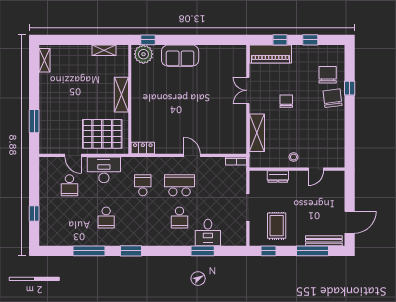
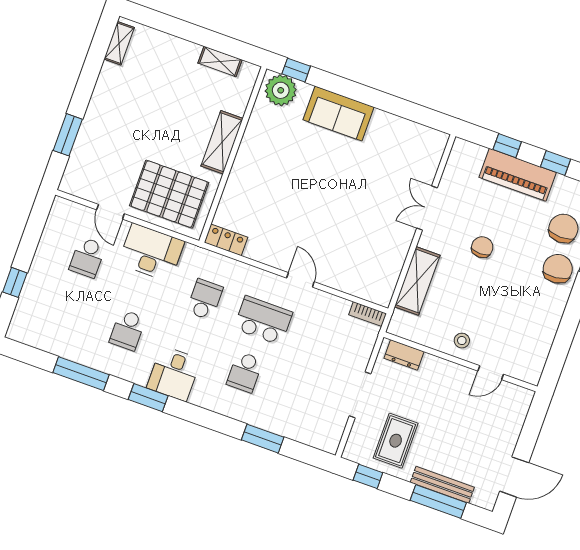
piano: (270, 54) -> (518, 175), moved
dresser: (278, 176) -> (404, 355), moved
desk: (208, 232) -> (174, 374), moved
bench: (324, 241) -> (442, 485), moved

